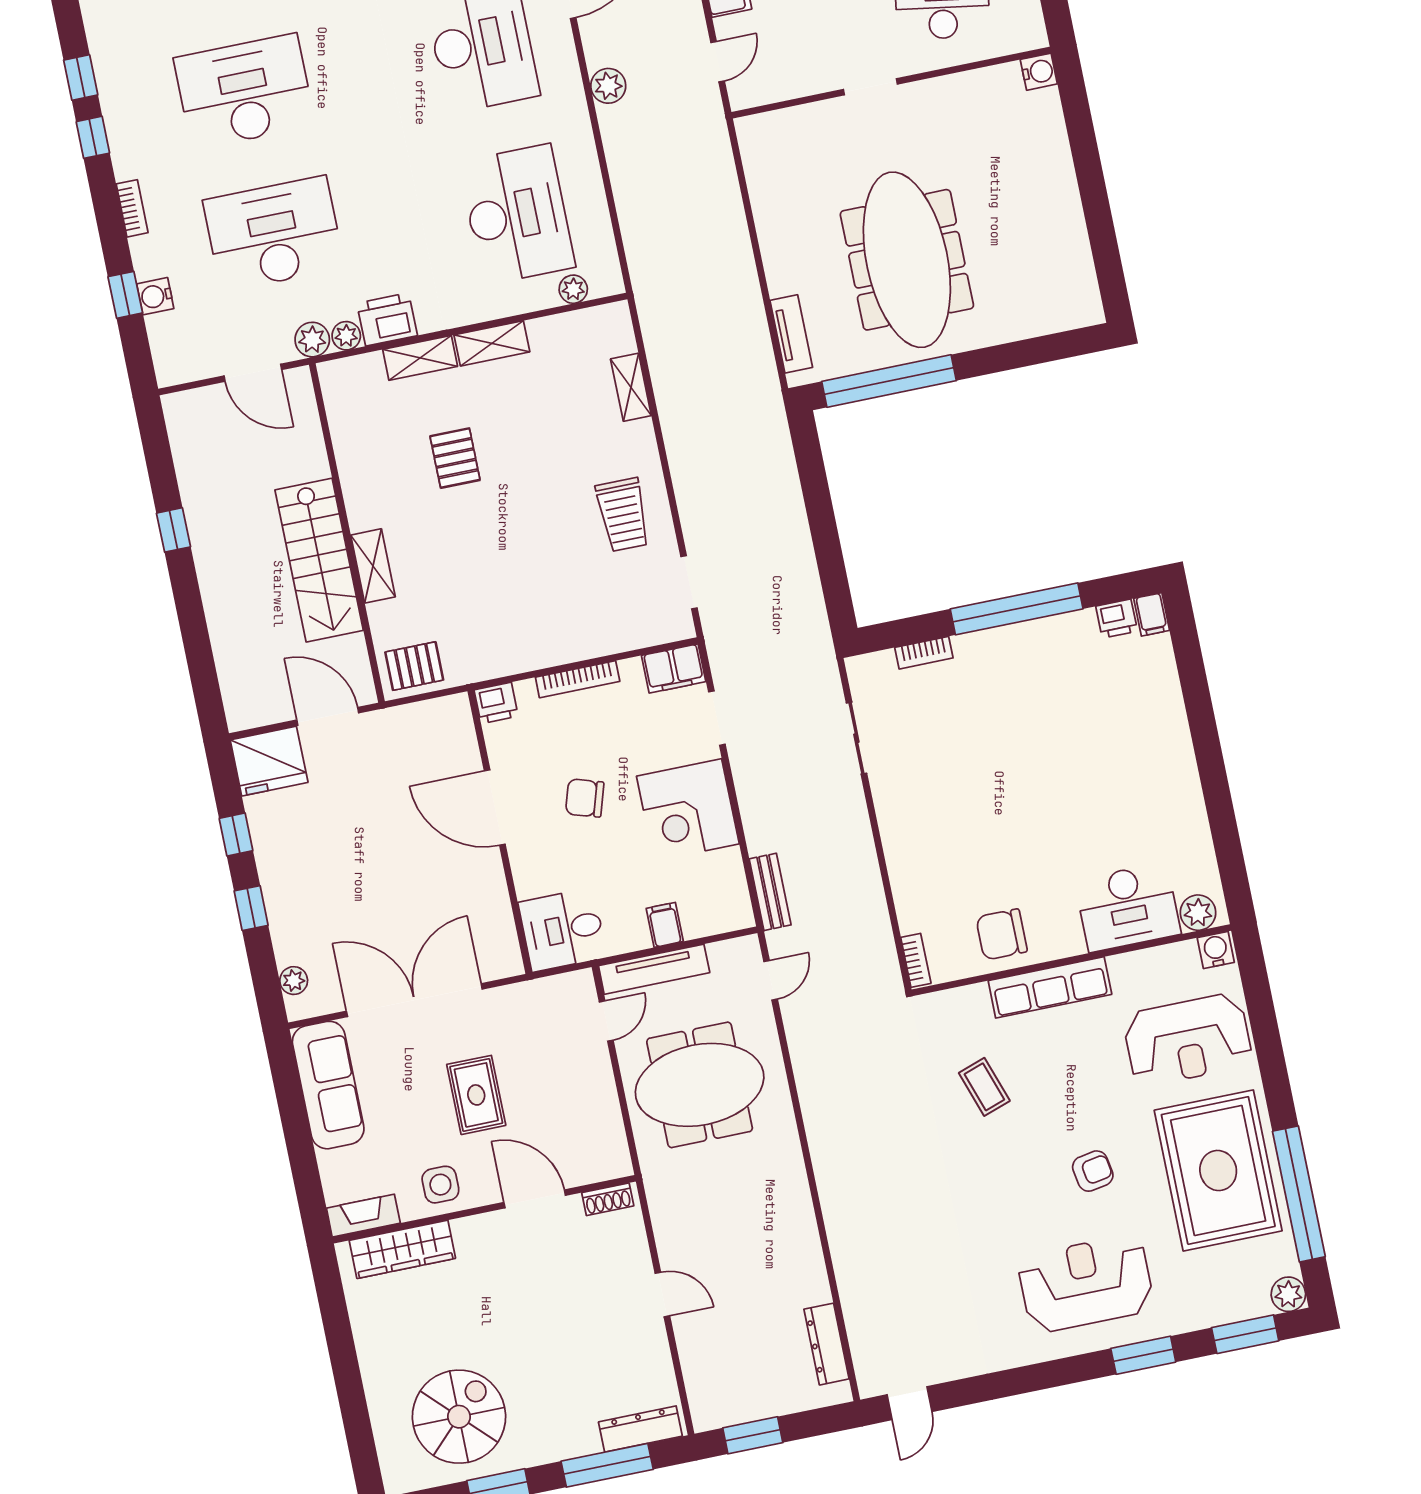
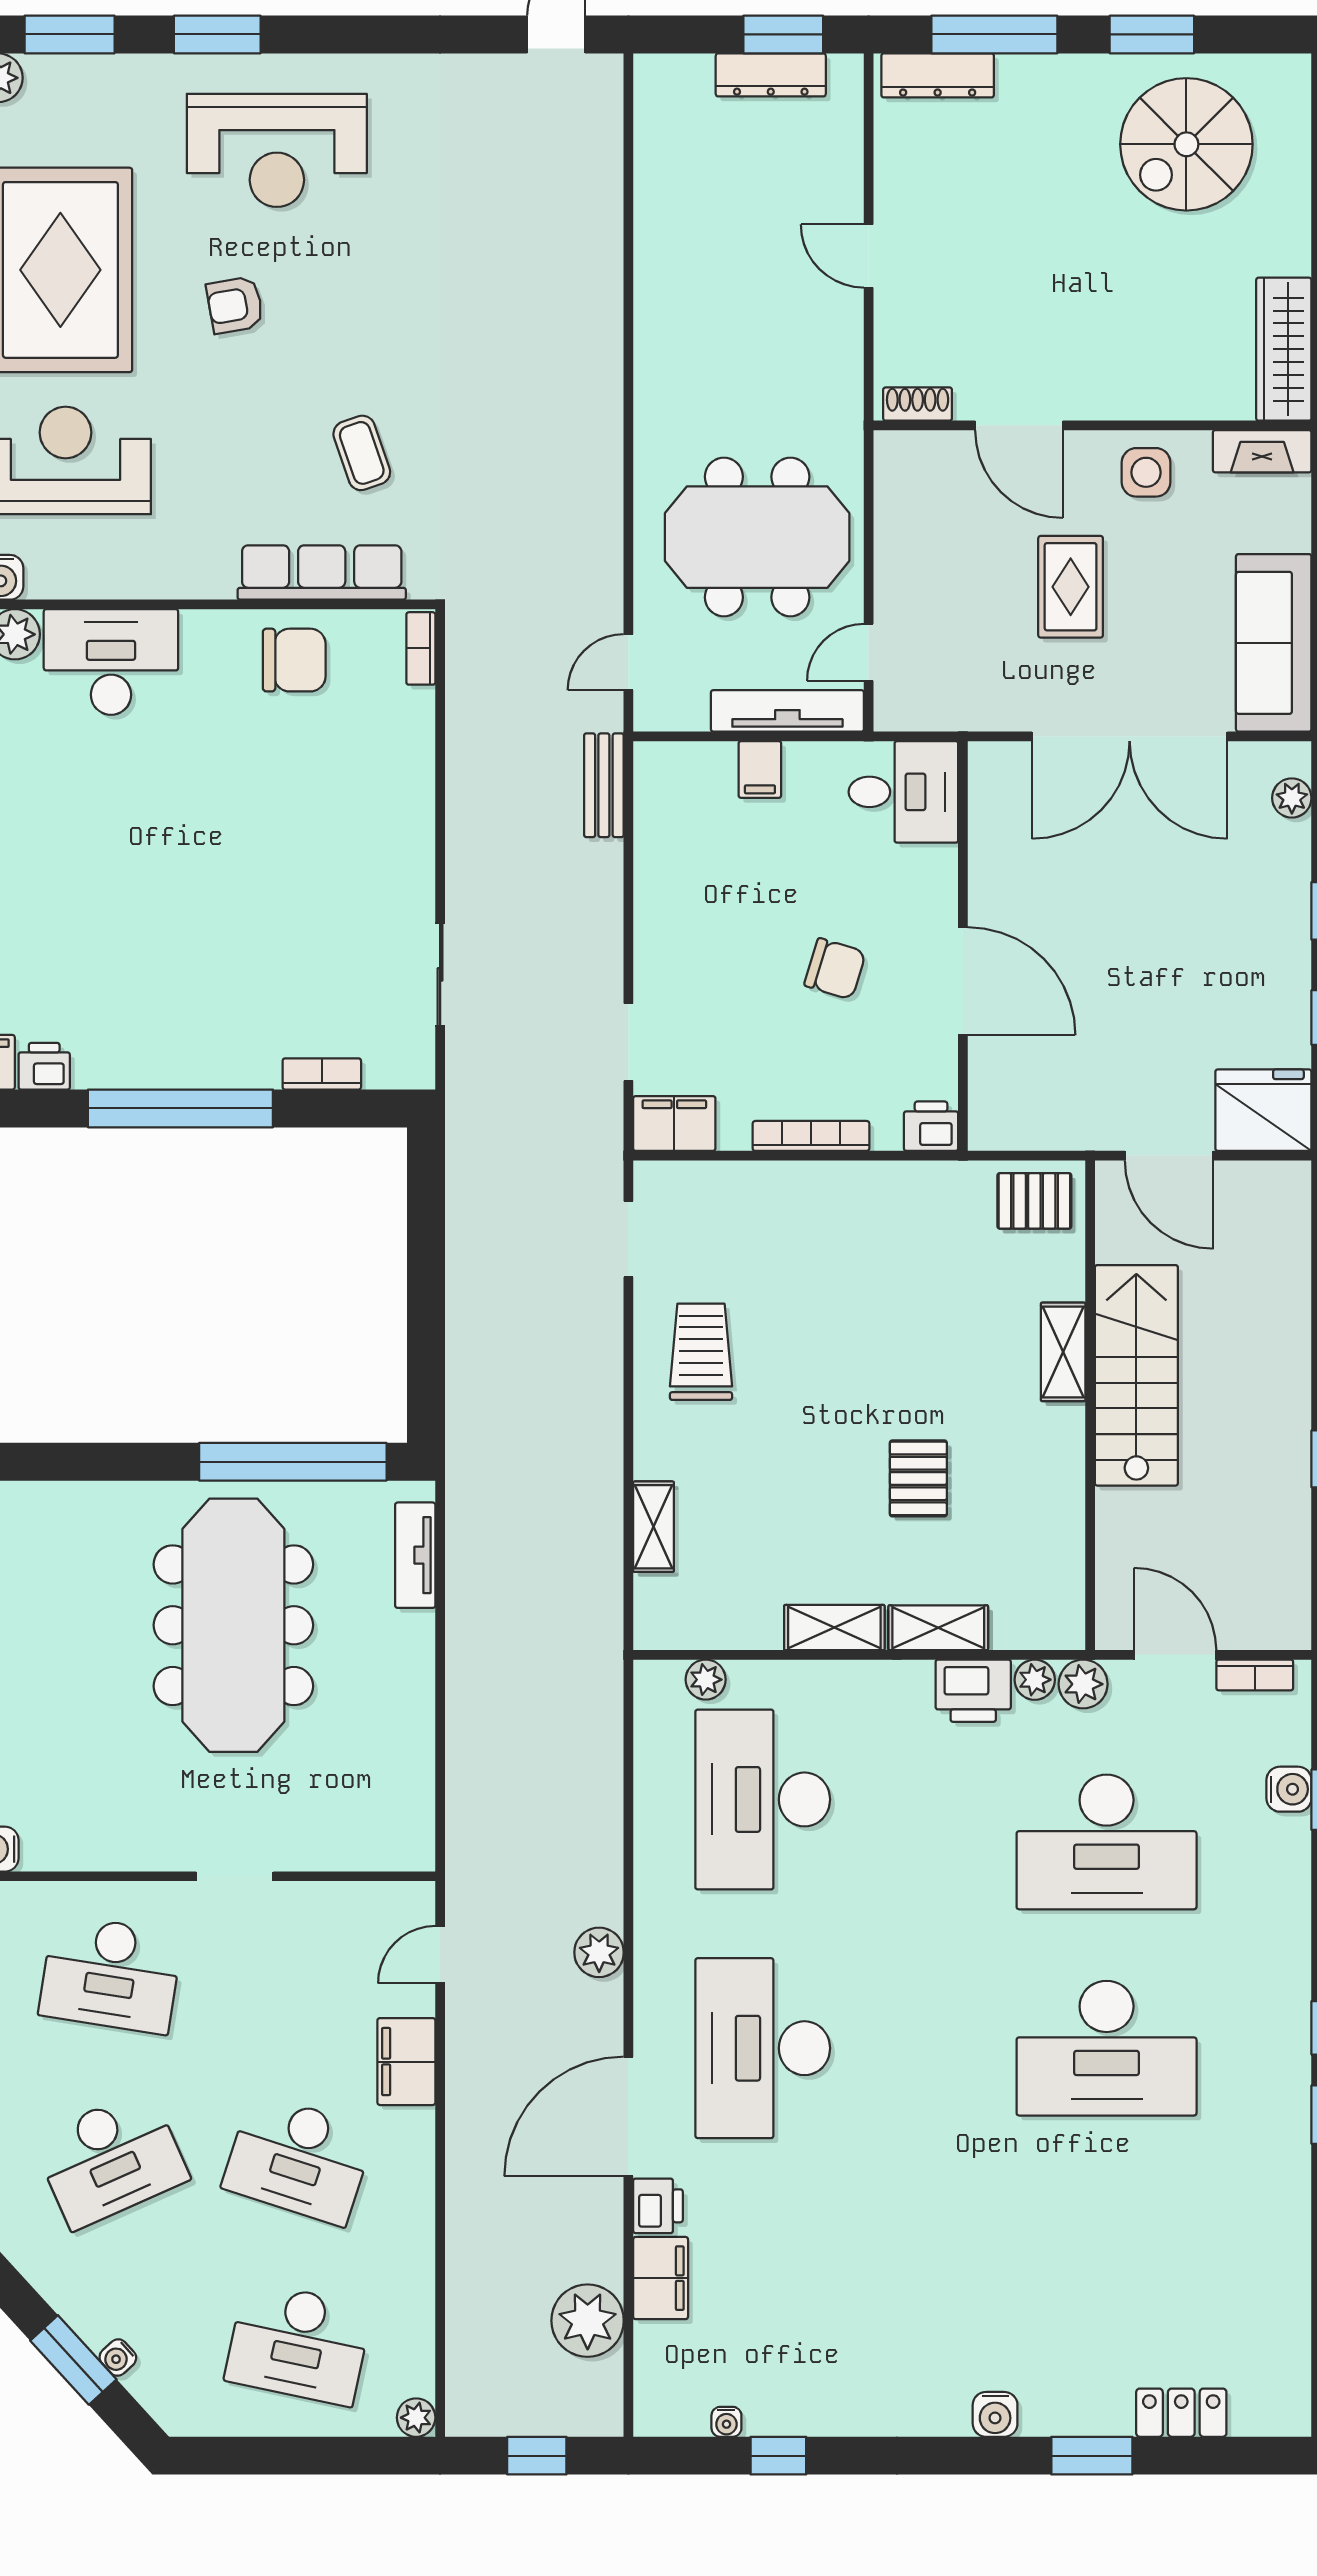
bookcase: (132, 208) -> (1255, 1675), moved, turned -90
corner desk: (688, 810) -> (695, 923), removed
row of seats: (1050, 987) -> (322, 573), moved
wardrobe: (402, 1249) -> (1284, 349), moved, turned -90
dresser: (826, 1344) -> (771, 75), moved, turned 90

